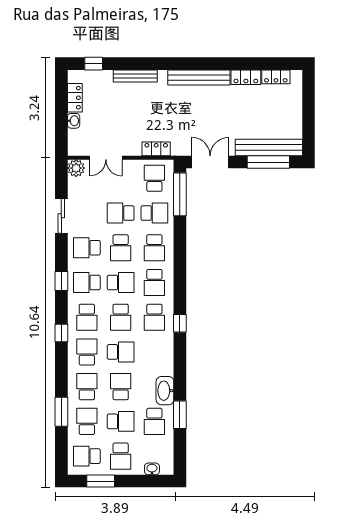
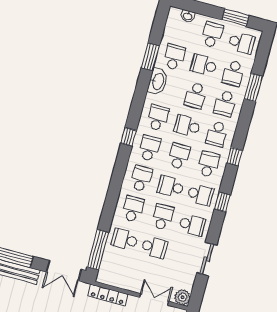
locker: (156, 149) -> (108, 295), width x1.53
school desk: (154, 178) -> (158, 118), moved, turned 180

